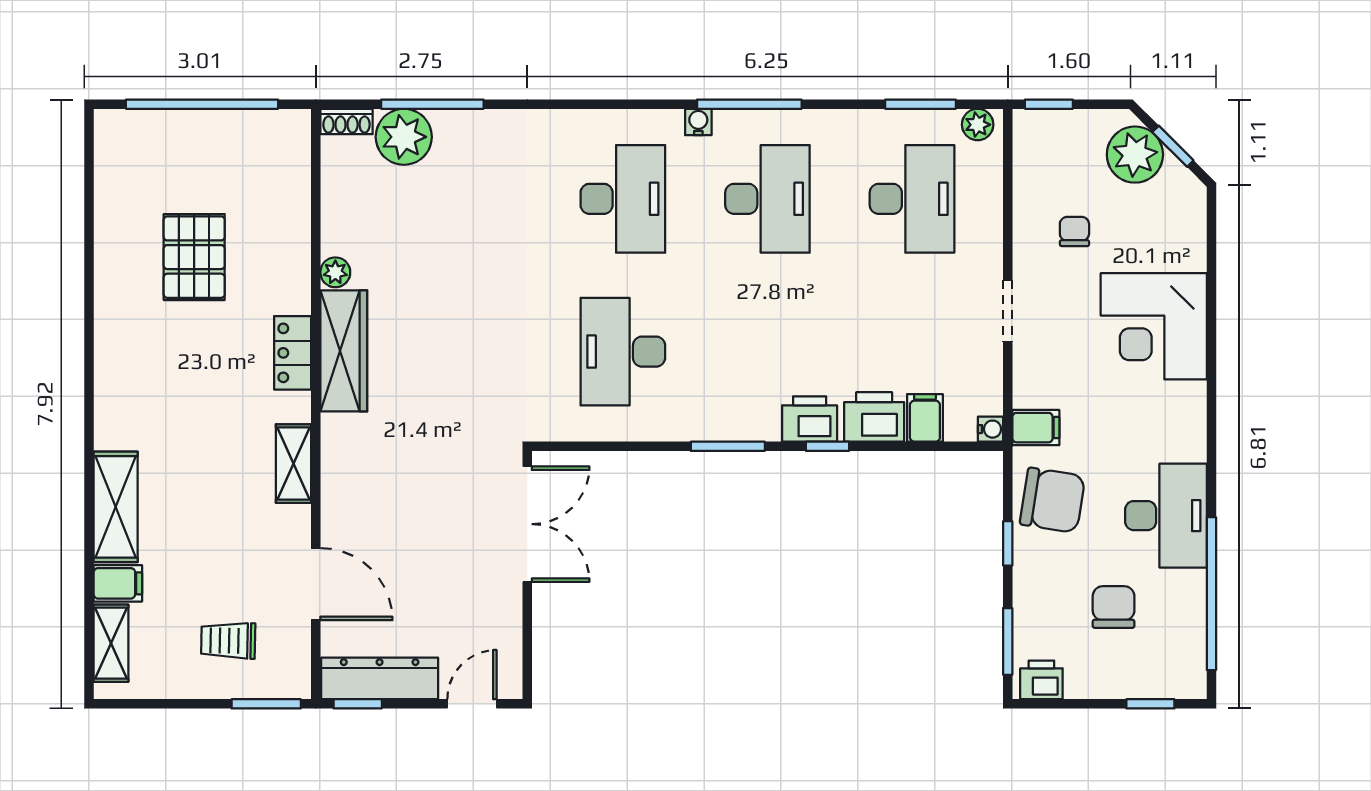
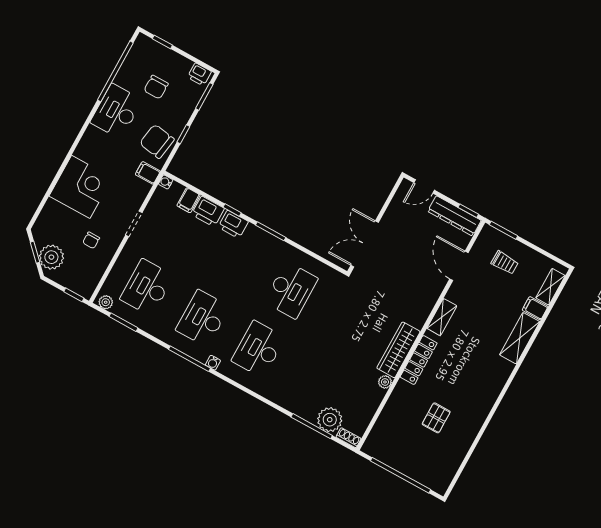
pallet: (194, 257) -> (436, 418), width x0.67, depth x0.71
locker: (293, 353) -> (419, 360), width x1.53

